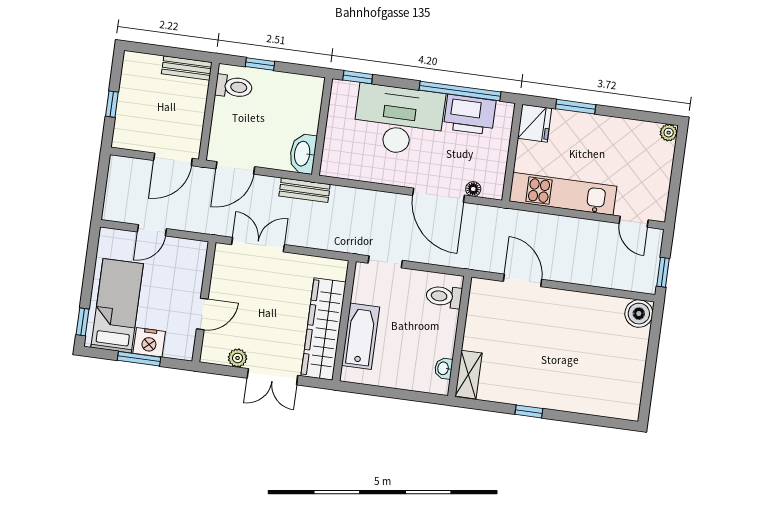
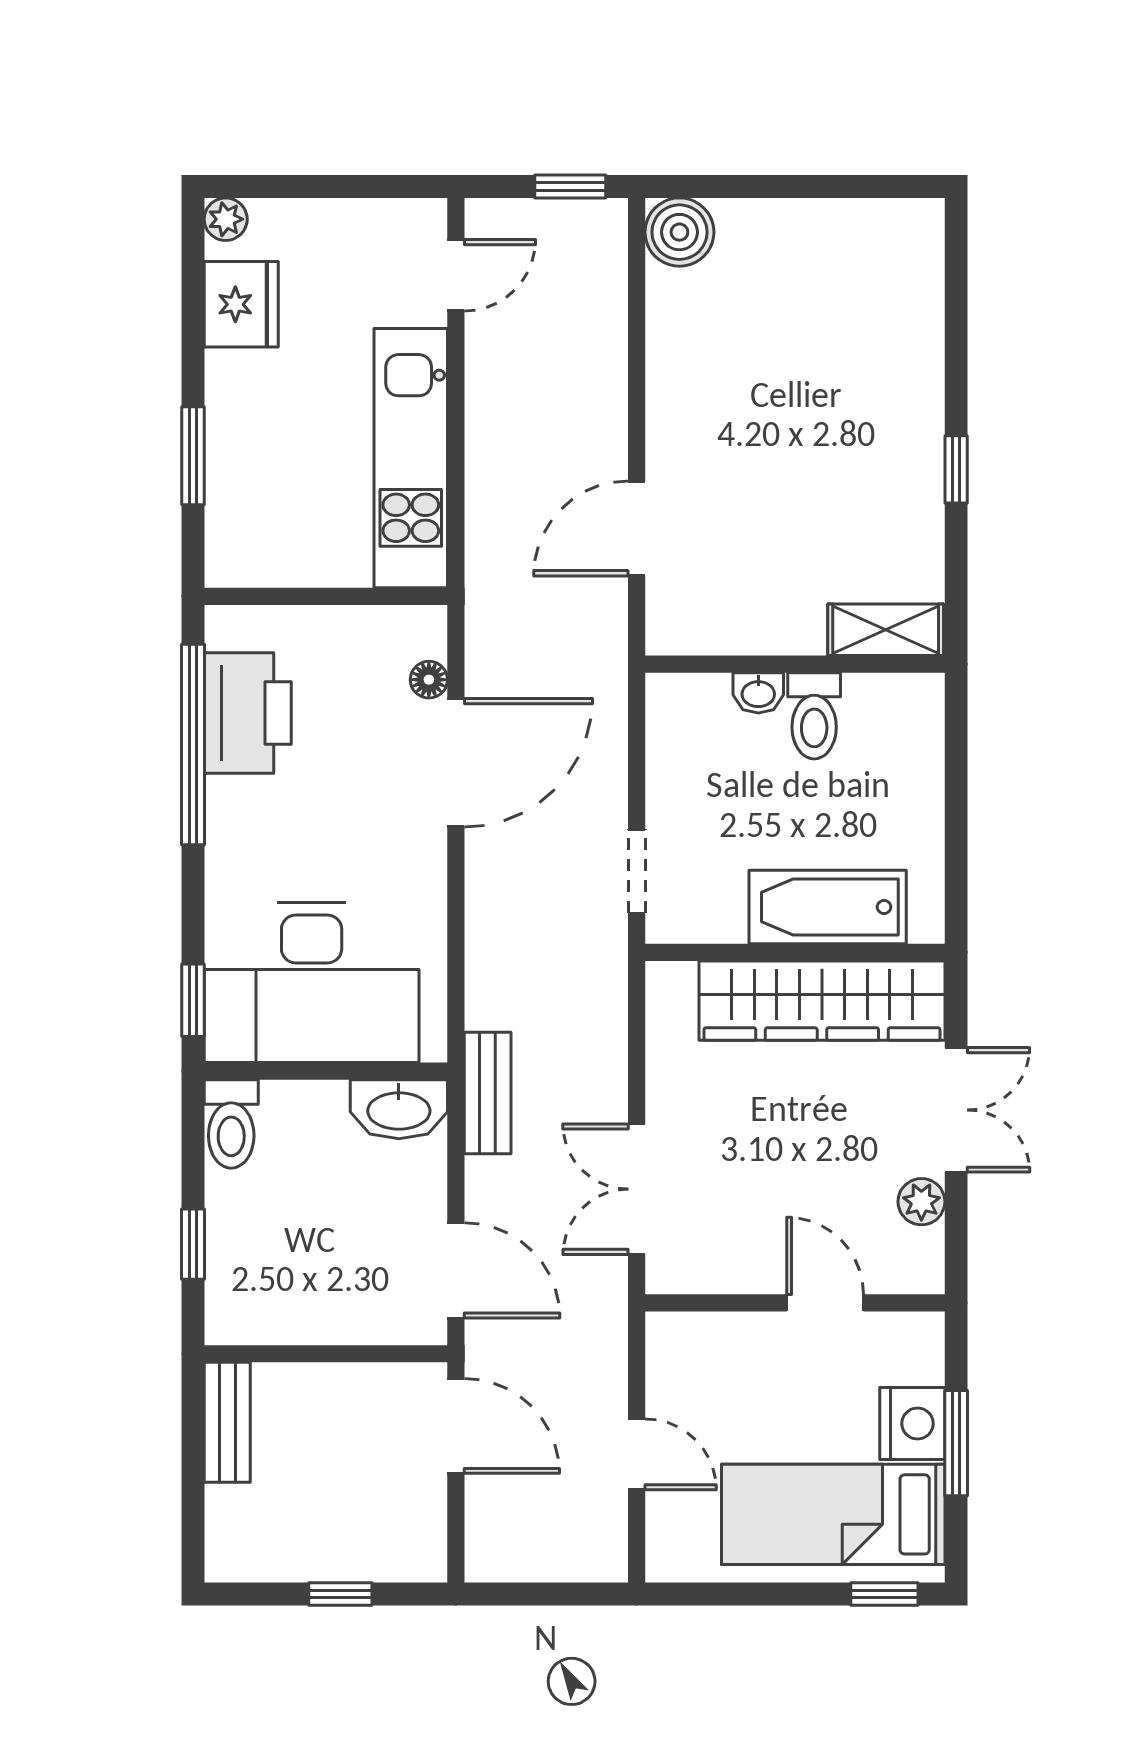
toilet: (234, 87) -> (231, 1124), moved, turned 180
desk: (399, 120) -> (312, 982), moved, turned -90
fridge: (535, 123) -> (241, 304), moved, turned 90
toilet: (444, 297) -> (814, 716), moved
washbasin: (444, 368) -> (758, 693), moved

